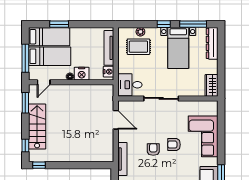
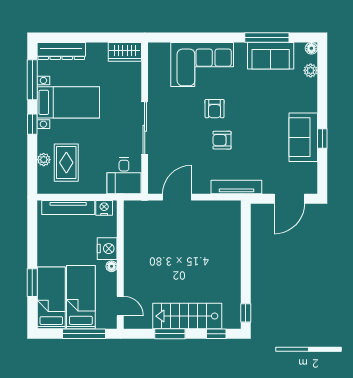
window: (25, 103) -> (170, 334), moved

